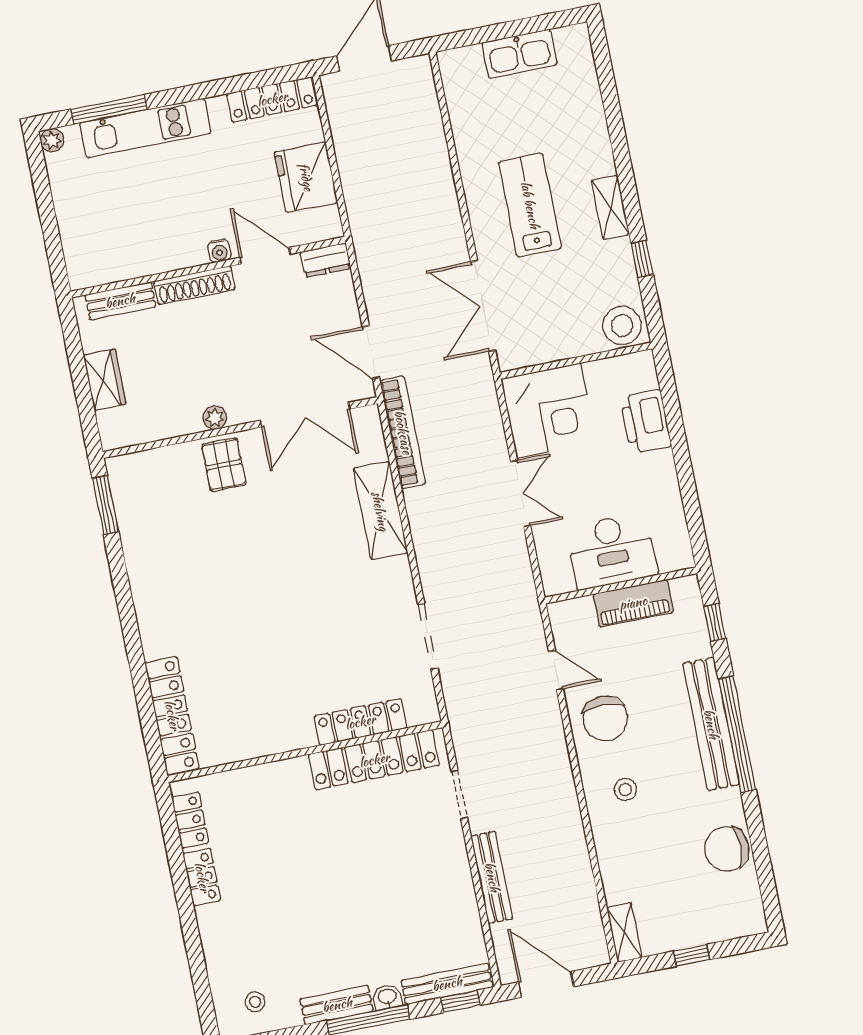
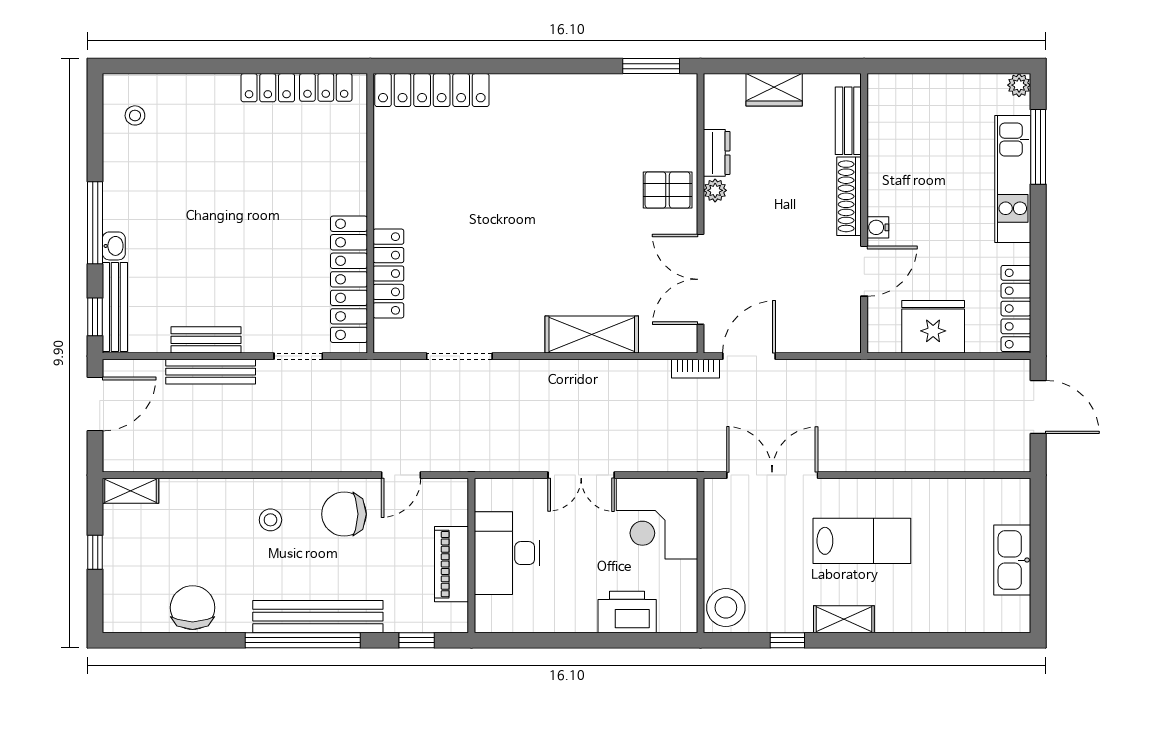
dresser: (326, 260) -> (717, 153), moved, turned 180
bookcase: (403, 432) -> (695, 369), width x0.43, depth x0.76
bench: (337, 1005) -> (206, 340), moved, turned 90

